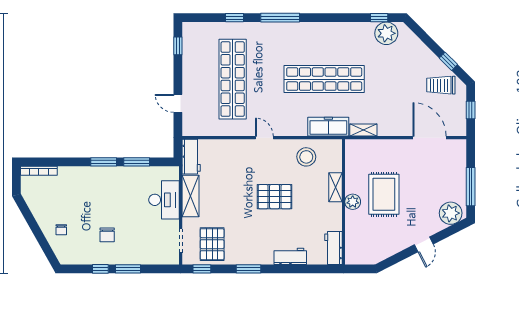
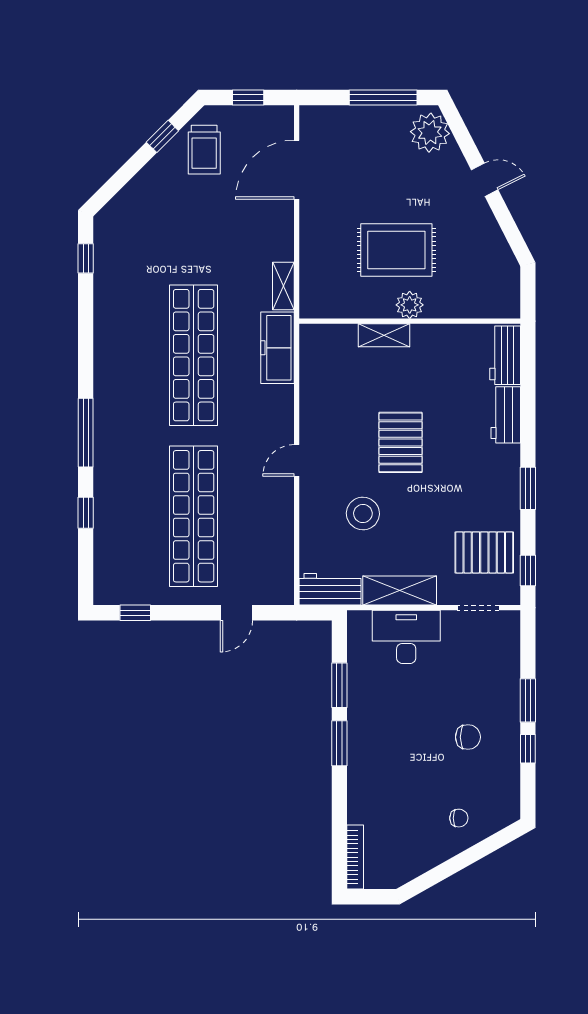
plant: (386, 33) -> (113, 246), removed
shop shelf: (233, 79) -> (194, 516), turned 90
stool: (306, 157) -> (363, 514), moved
workbench: (333, 248) -> (505, 355), moved, turned 90

